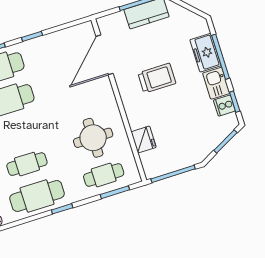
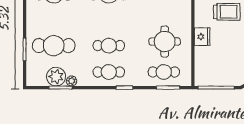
fridge: (144, 140) -> (202, 37), moved
cafe table: (37, 196) -> (109, 72), width x0.73, depth x0.74

